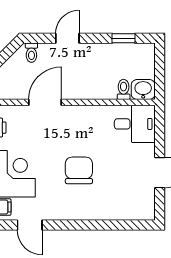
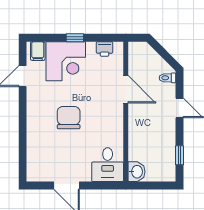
toilet: (124, 89) -> (137, 155), removed
chair: (79, 170) -> (69, 118), turned -90

